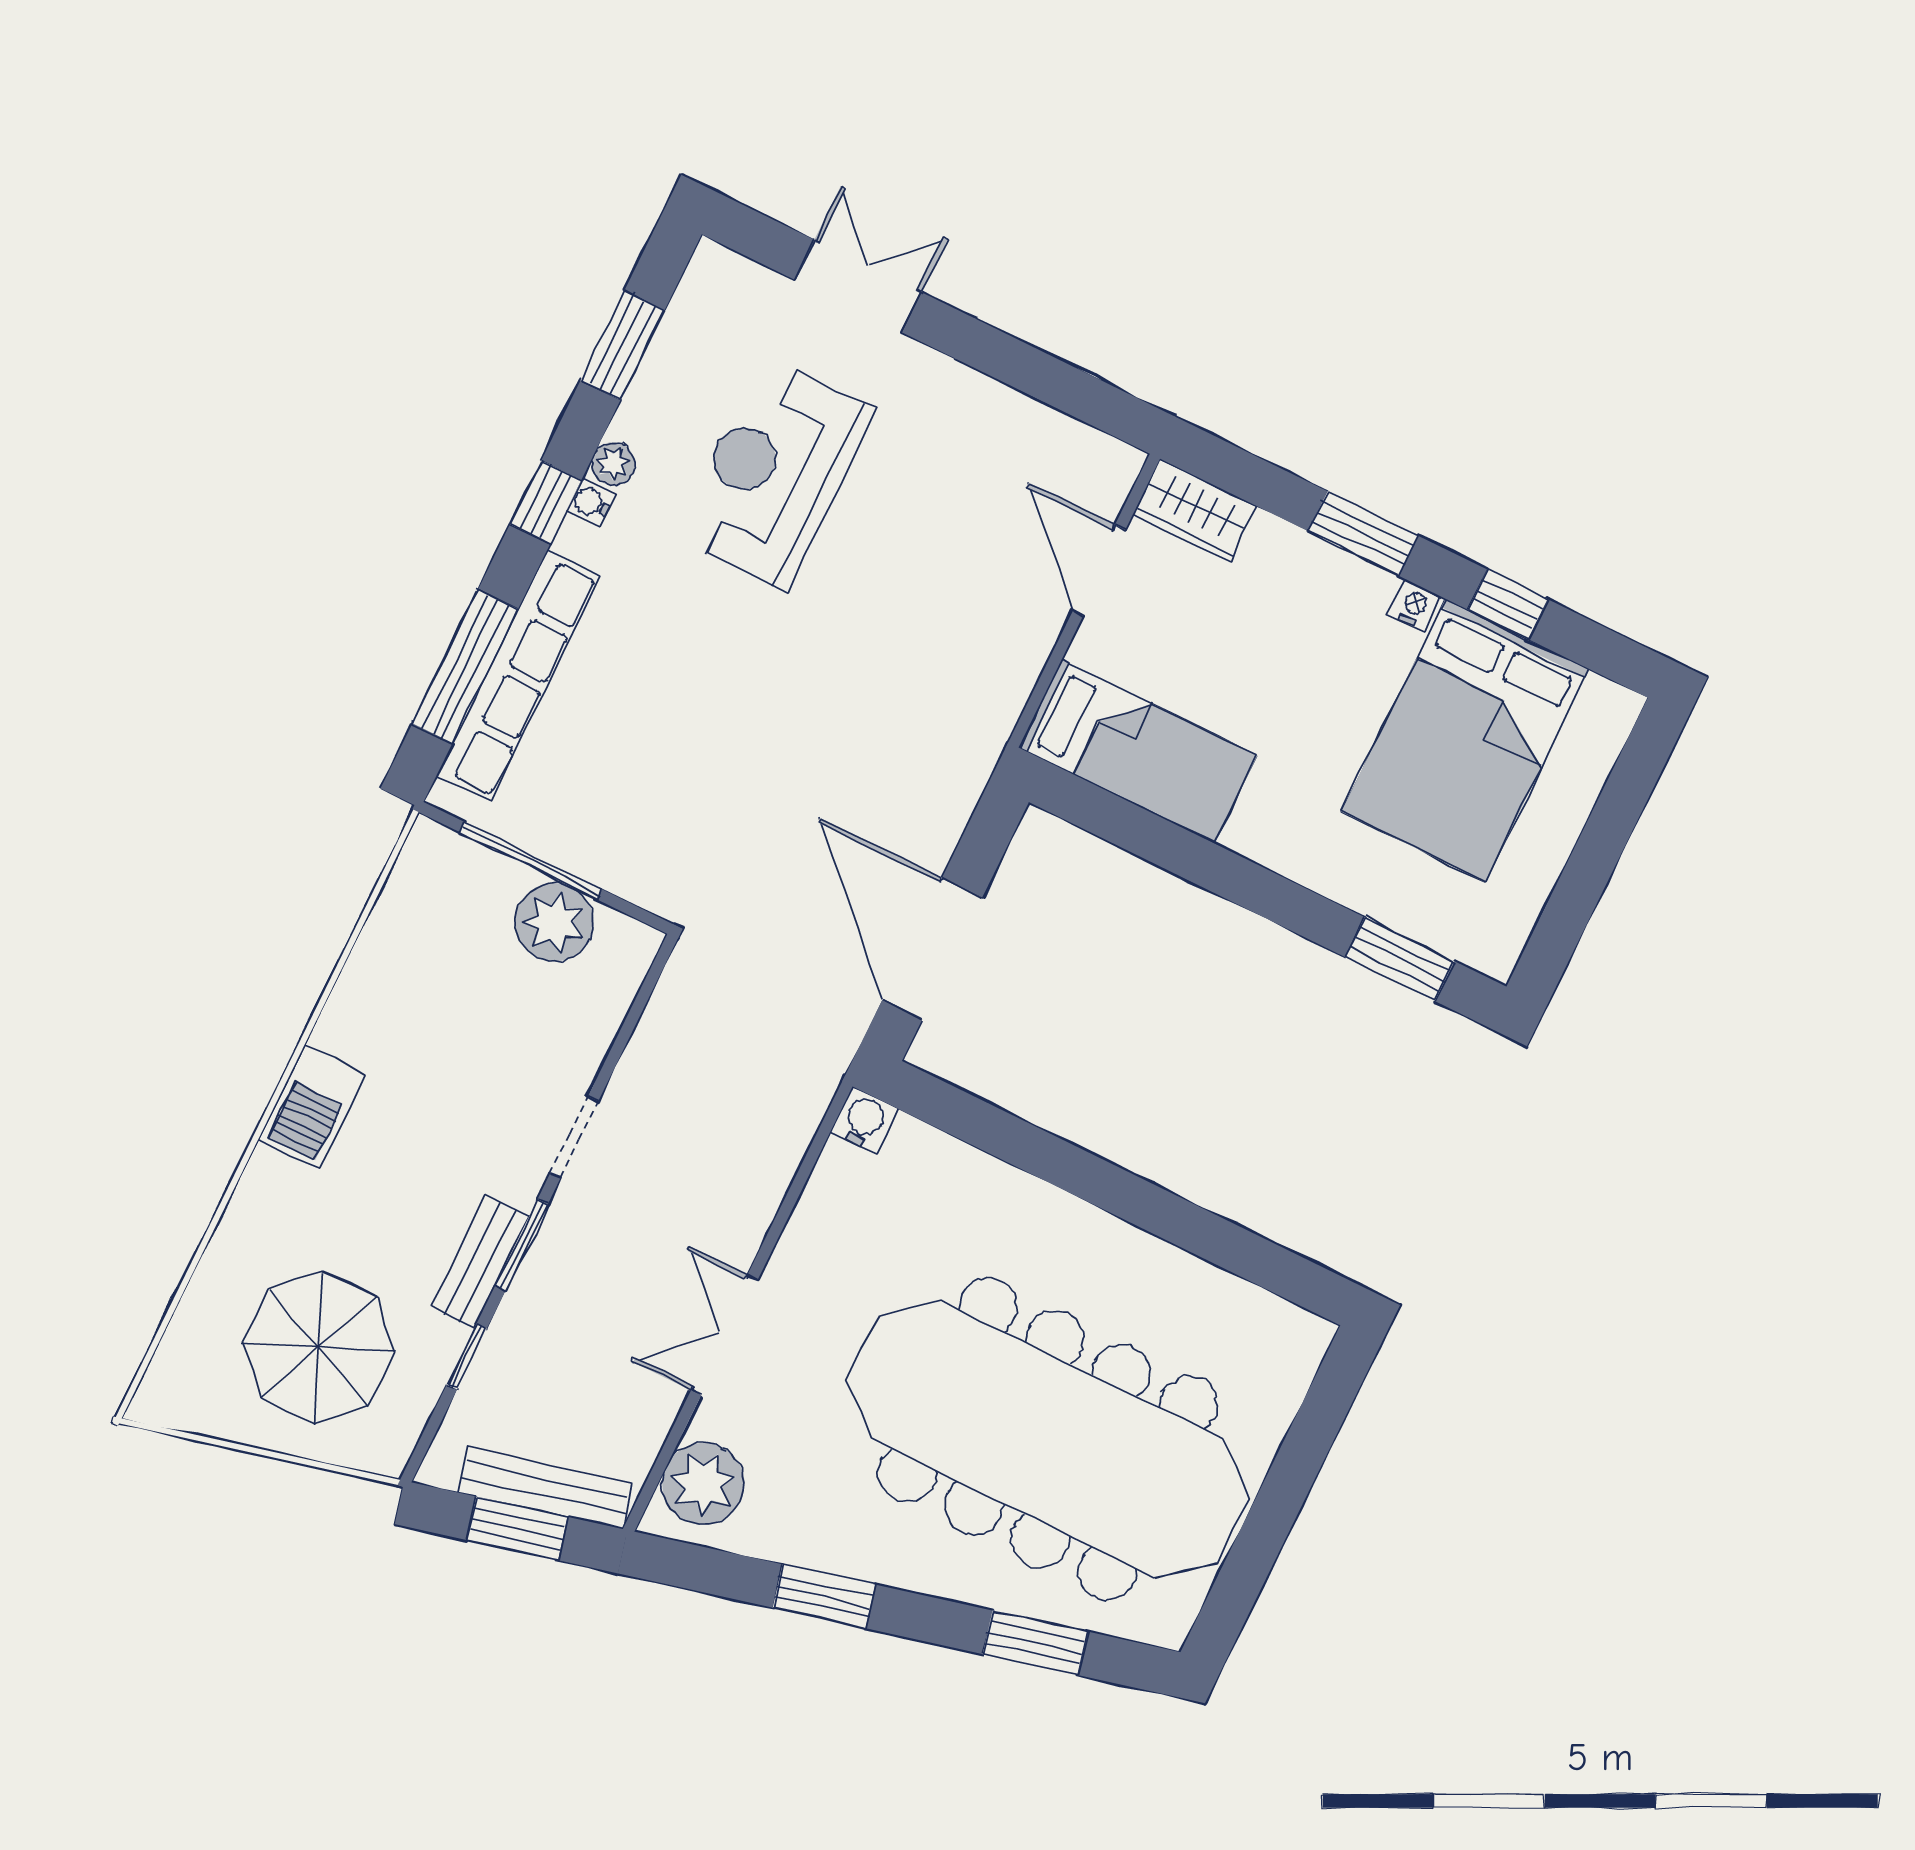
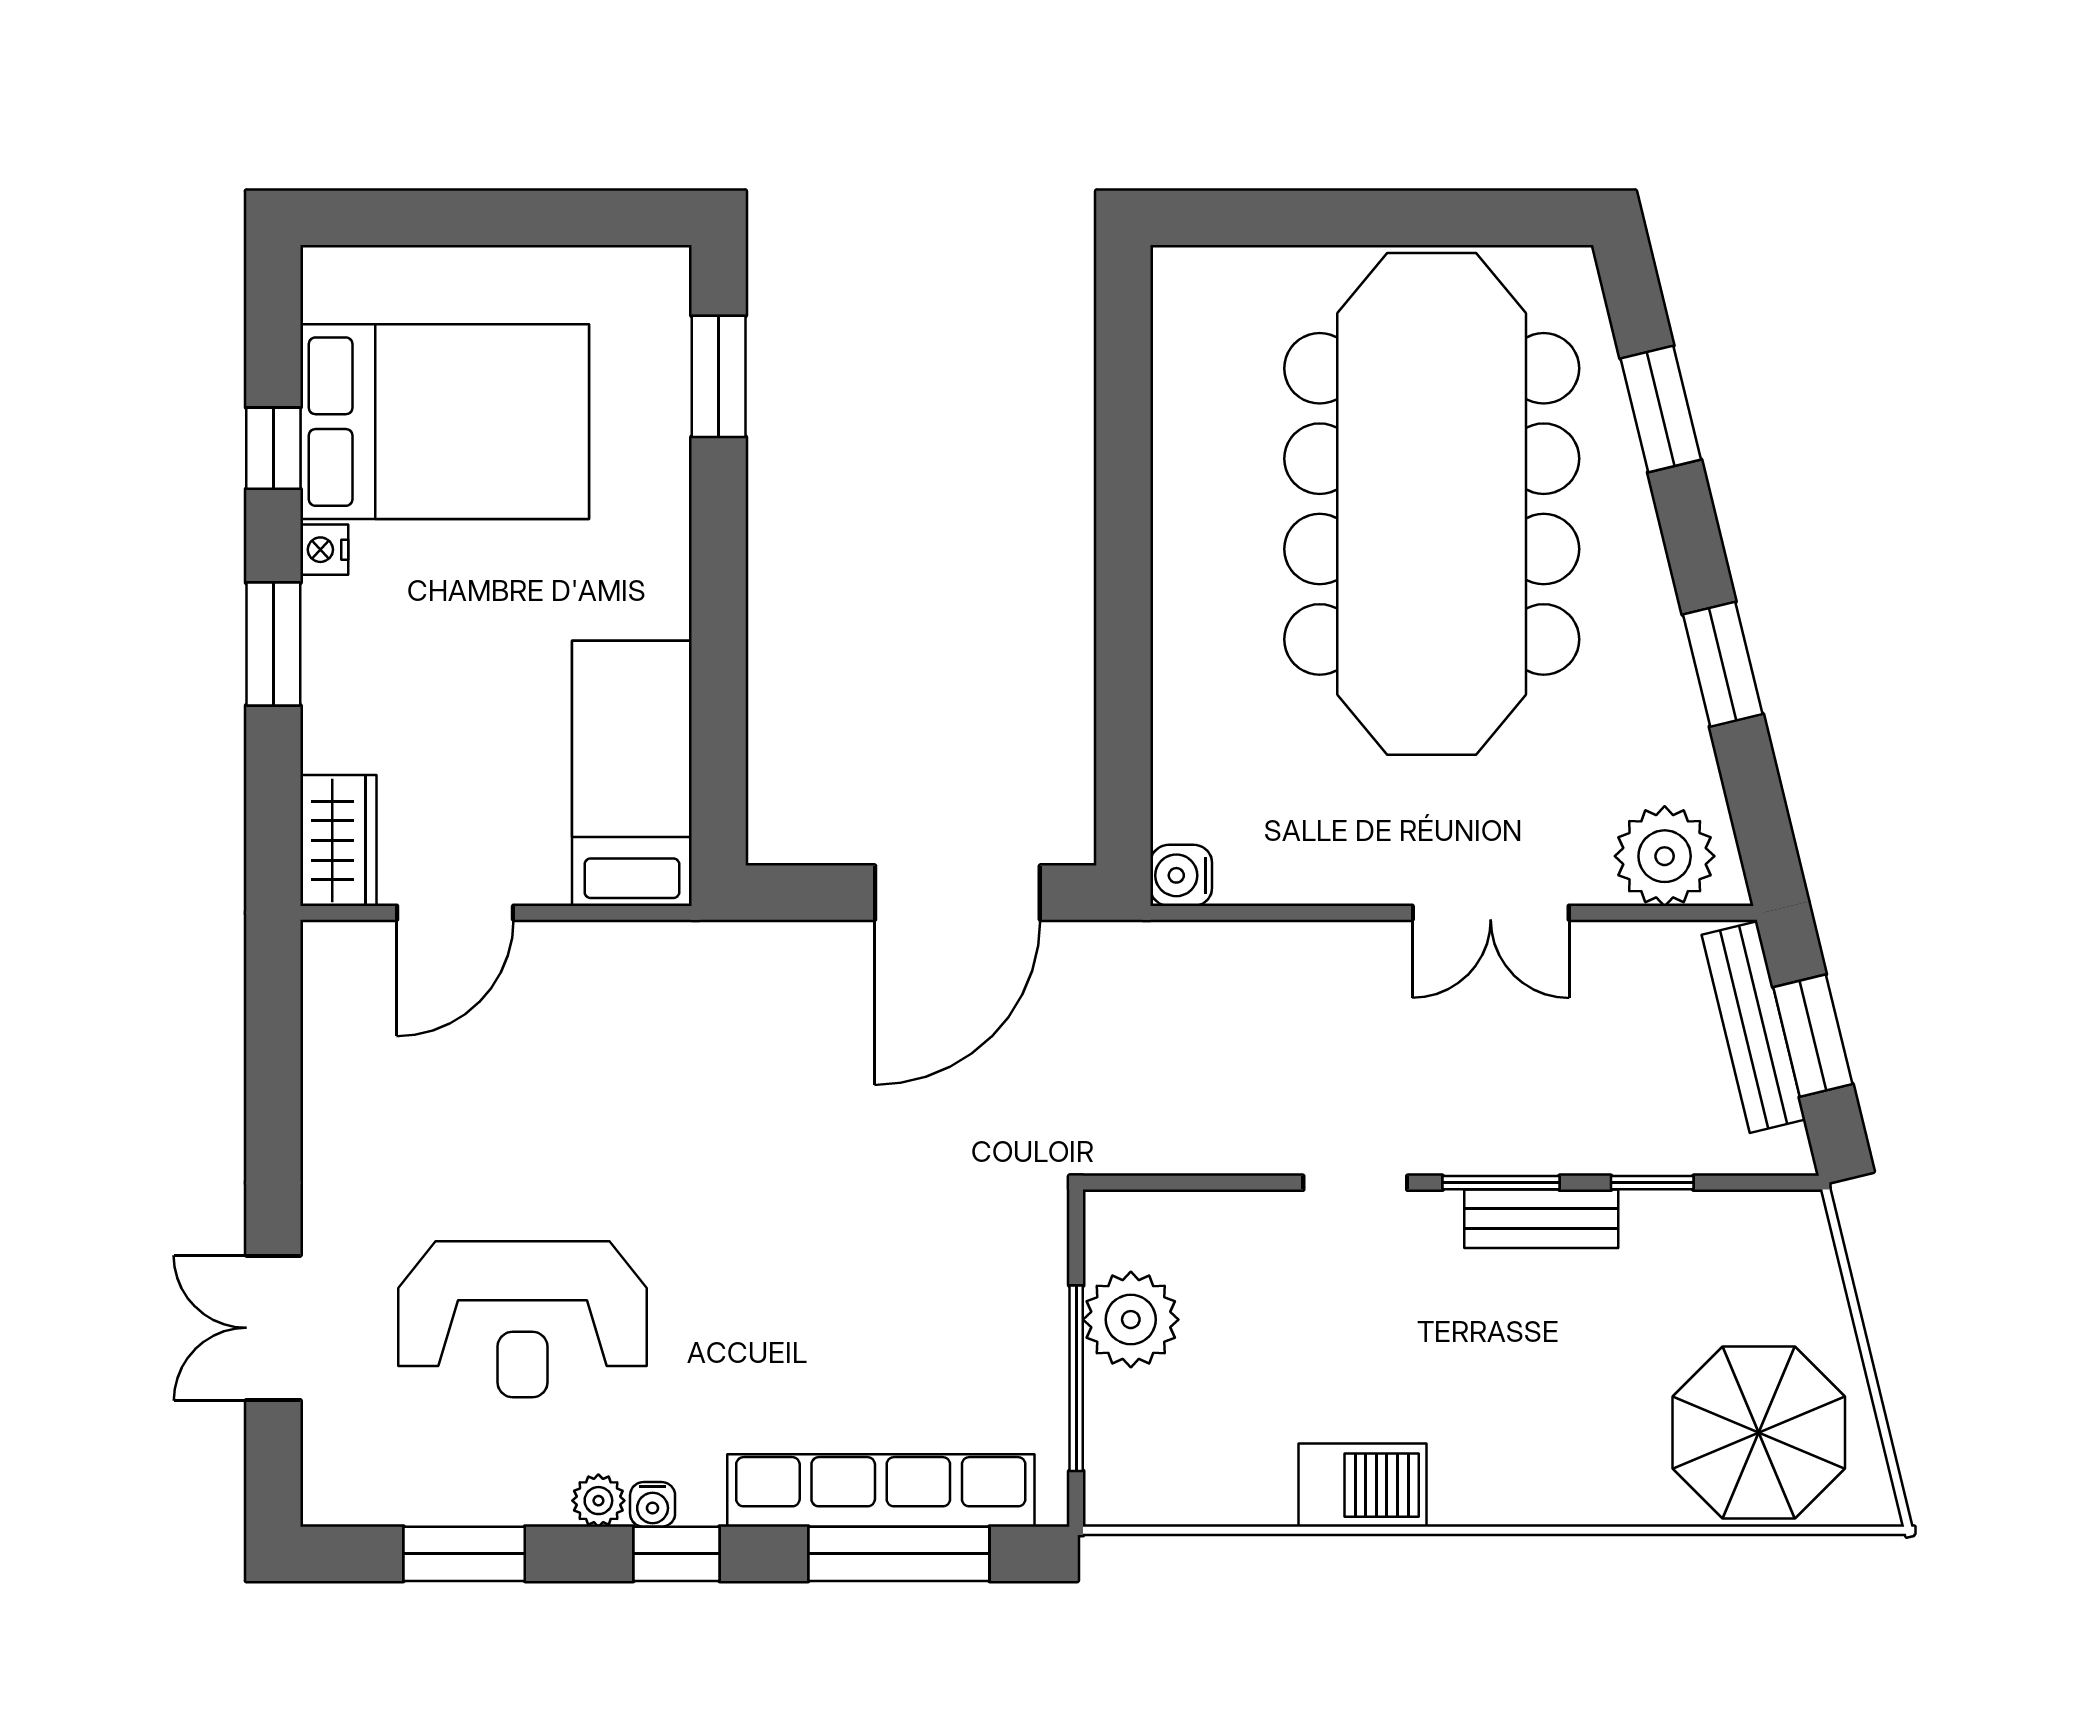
barbecue: (312, 1107) -> (1363, 1485), moved
parasol: (319, 1347) -> (1759, 1432), moved

